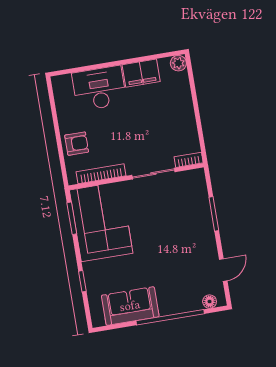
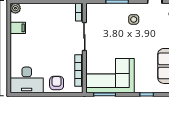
filing cabinet: (141, 73) -> (18, 28), width x0.50
desk: (99, 88) -> (27, 80), moved, turned -90
side table: (191, 243) -> (134, 19), added

